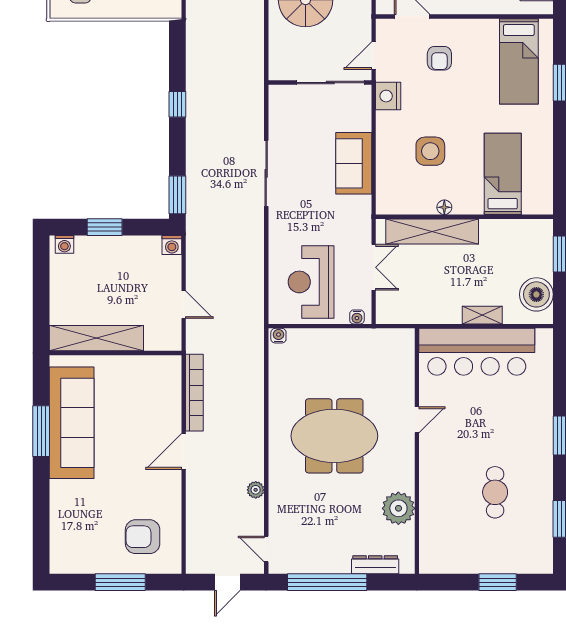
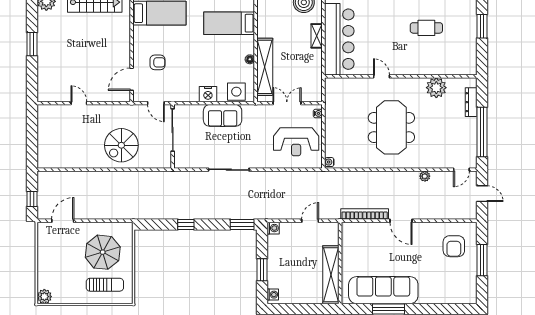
nightstand: (388, 96) -> (208, 94), moved
side table: (430, 151) -> (236, 92), moved

